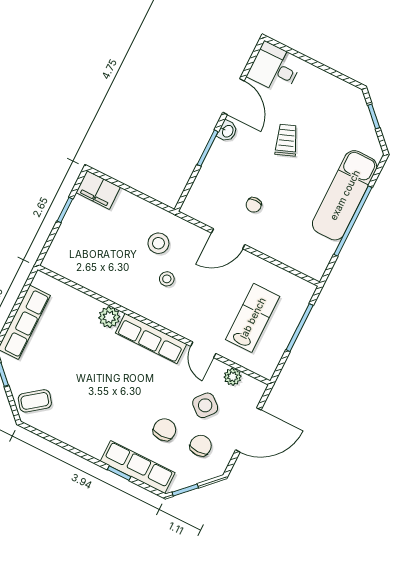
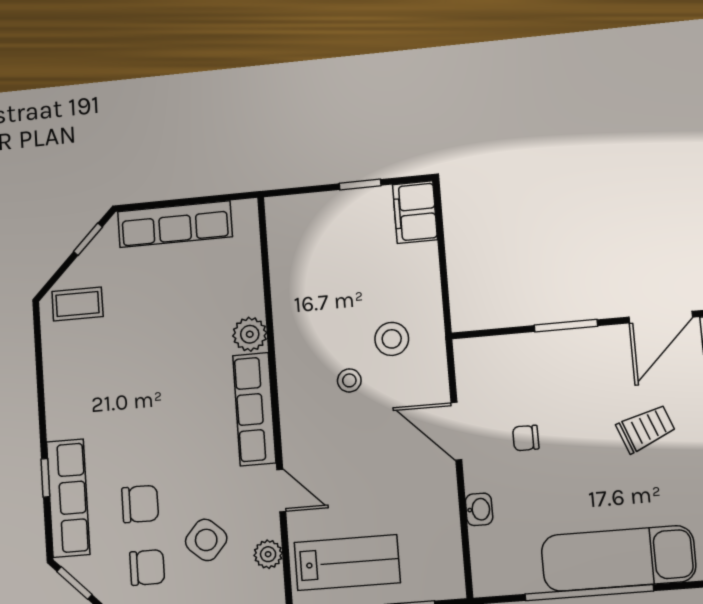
washbasin: (227, 131) -> (479, 509), moved, turned -90
lab bench: (253, 318) -> (347, 563), moved
door: (203, 350) -> (281, 490), swing flipped
coffee table: (35, 401) -> (77, 304), turned -53

